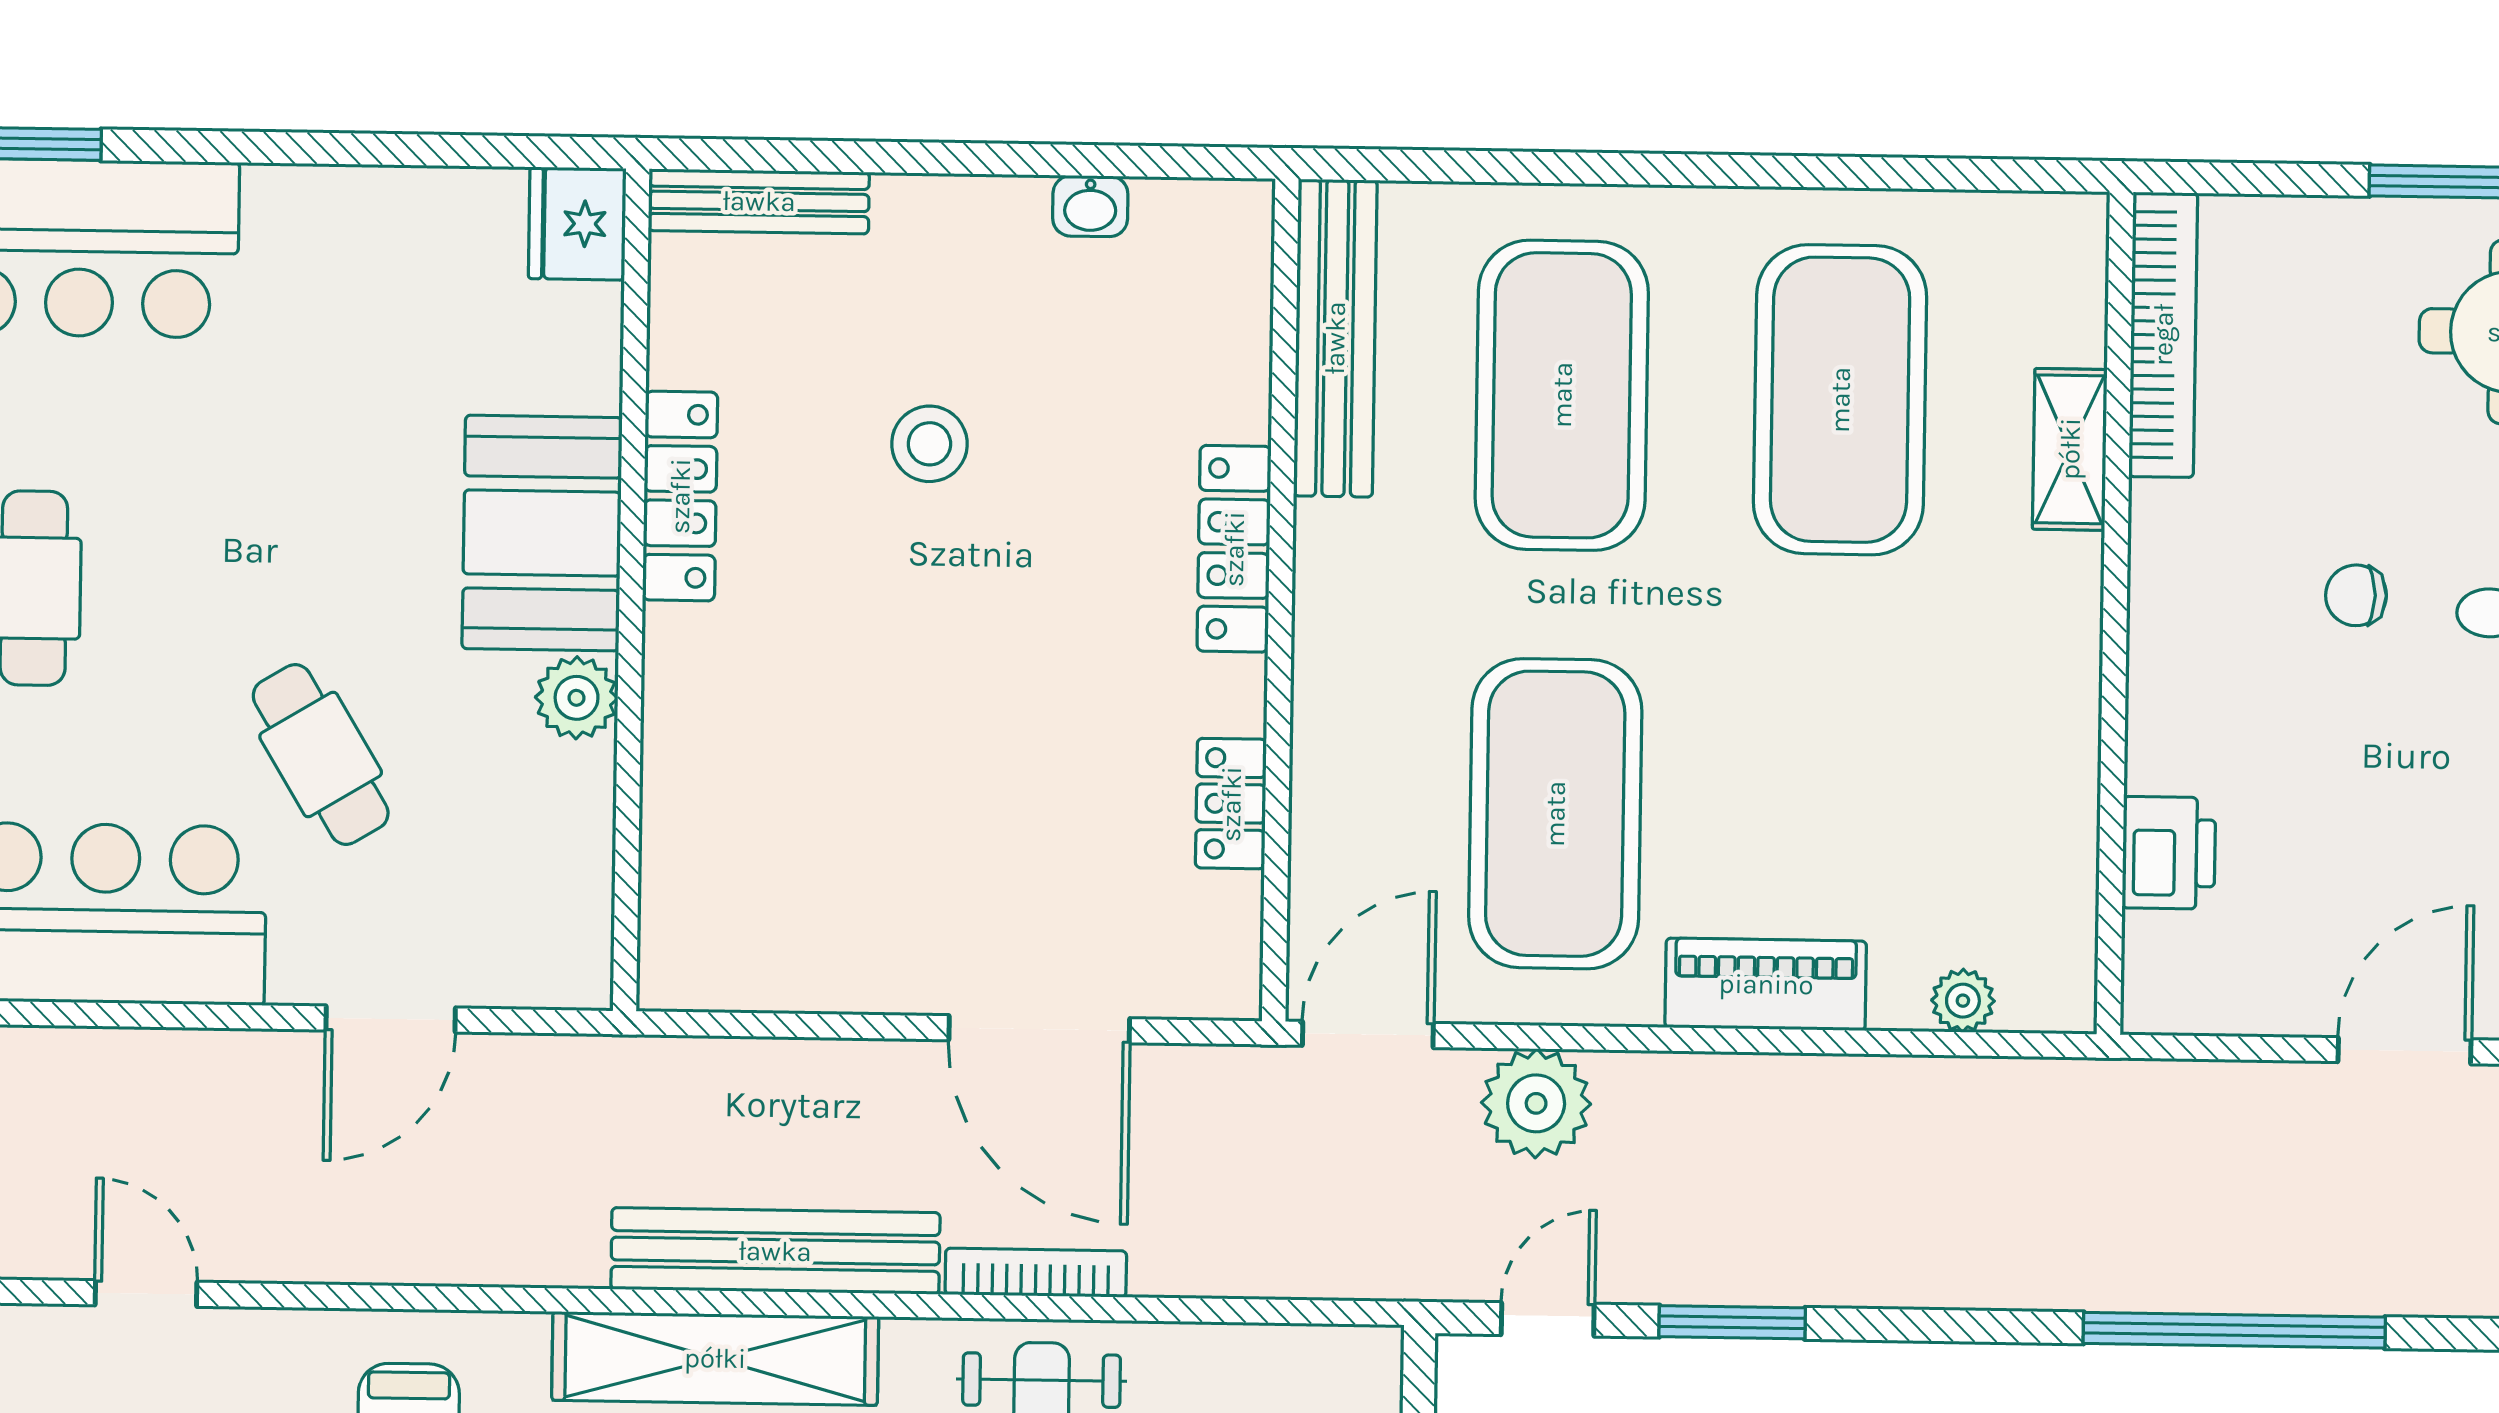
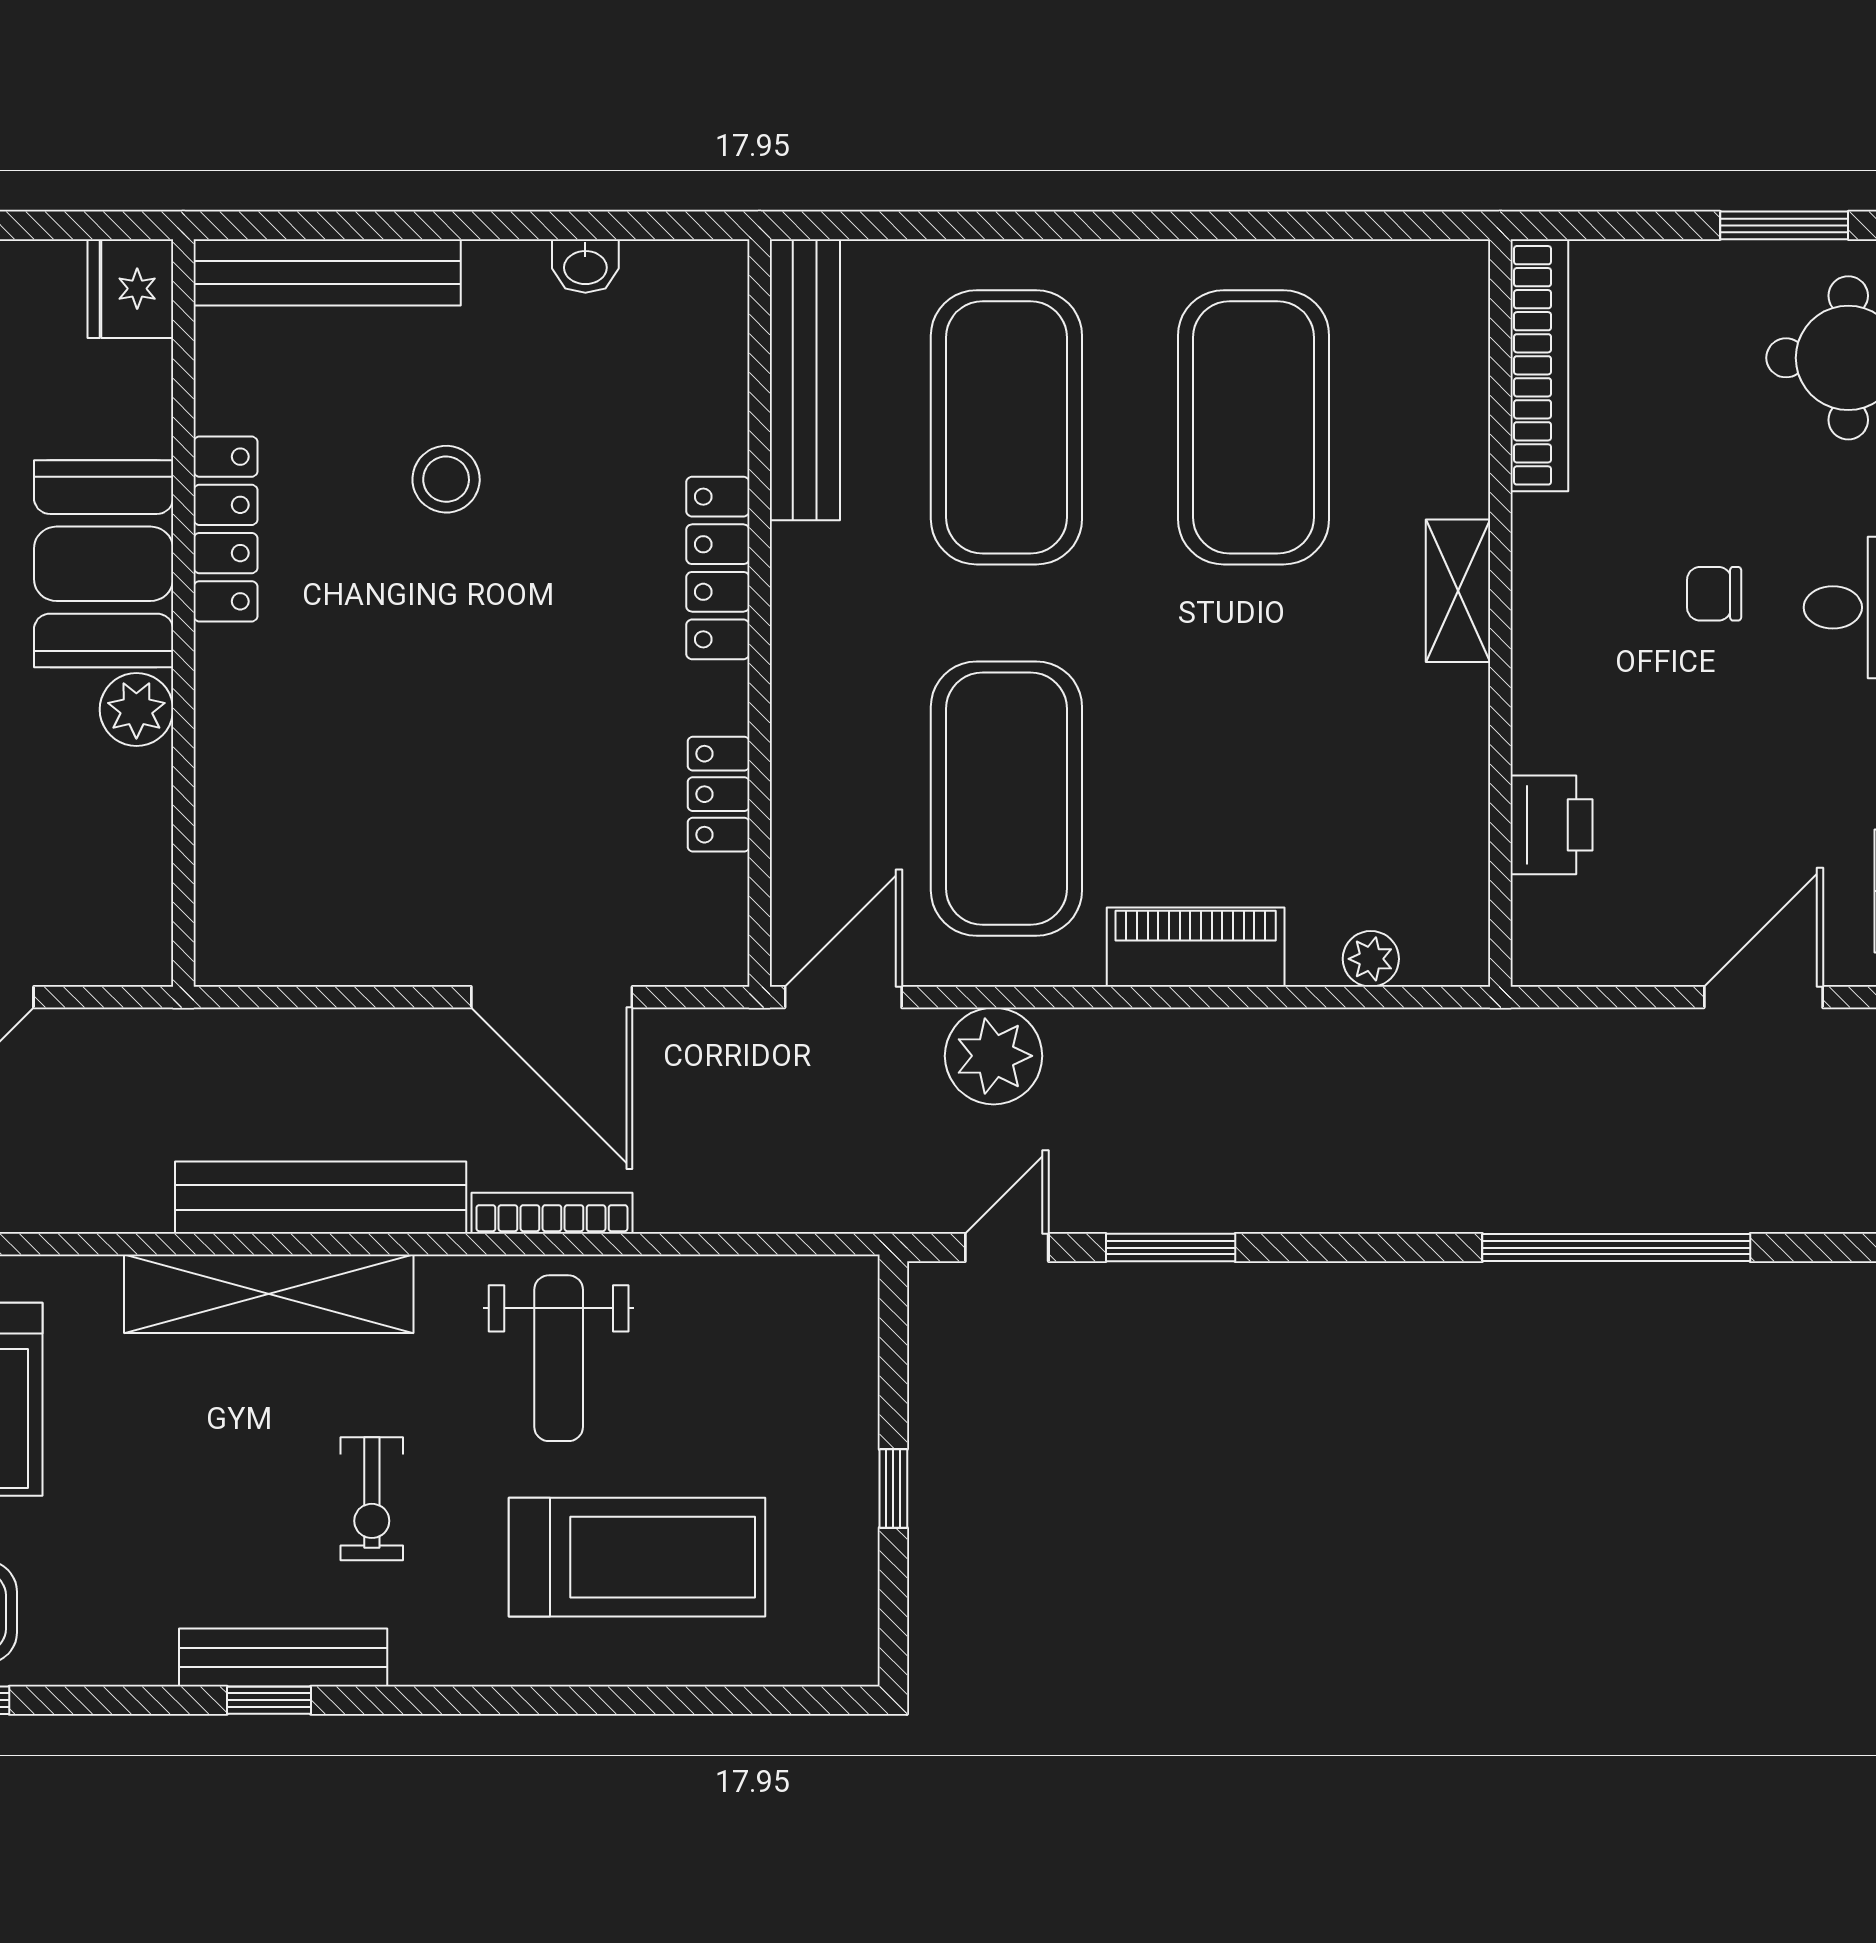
bench: (759, 201) -> (327, 272), width x1.37, depth x1.21
shelving: (2070, 449) -> (1458, 591), moved

